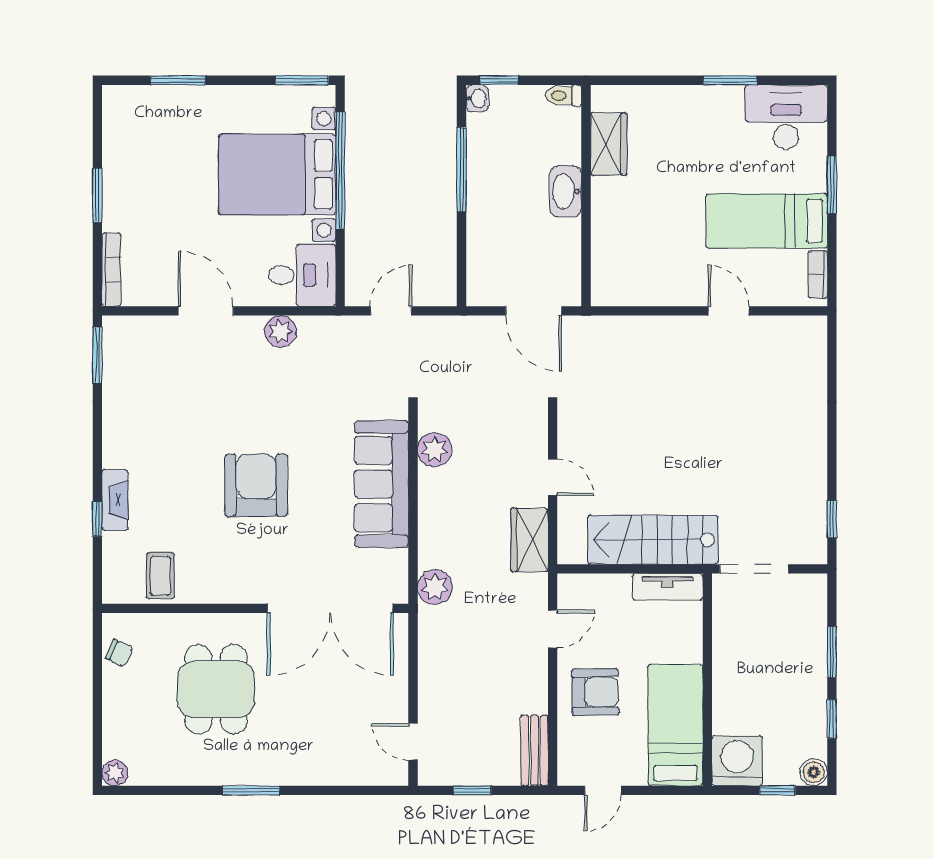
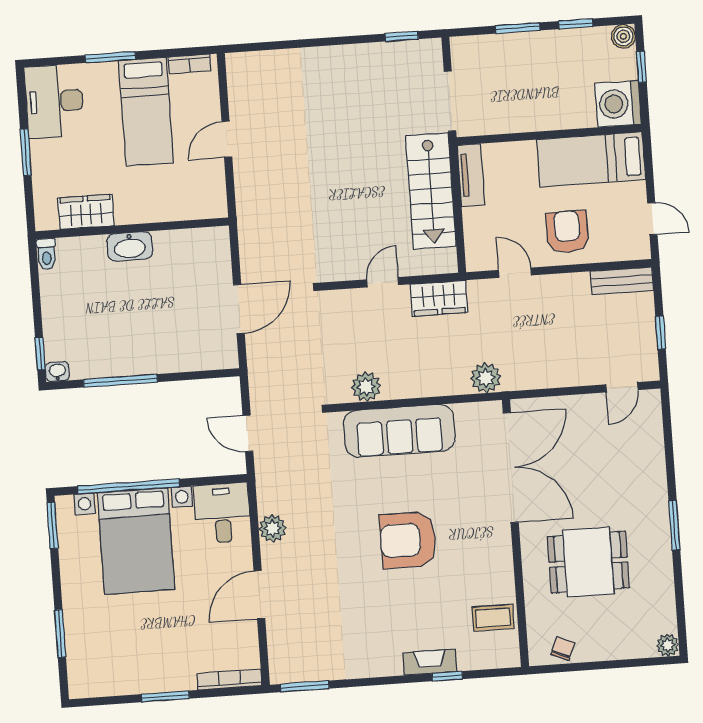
toilet: (564, 96) -> (47, 254), moved
wardrobe: (609, 144) -> (86, 212), moved
washbasin: (566, 191) -> (130, 246), moved
wall: (586, 196) -> (132, 228), moved

